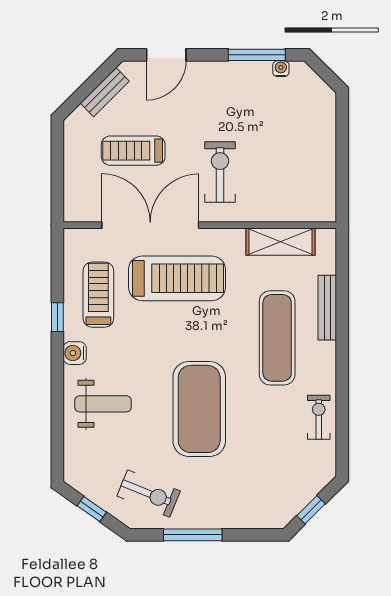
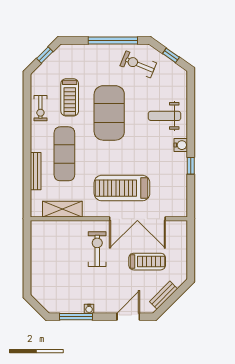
water cooler: (281, 69) -> (89, 309), moved
exercise bike: (220, 172) -> (97, 249), turned 180
treadmill: (98, 295) -> (70, 97), moved
window: (193, 535) -> (113, 41), width x1.46

